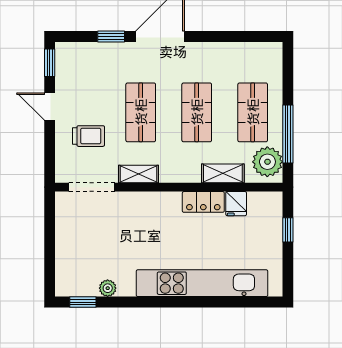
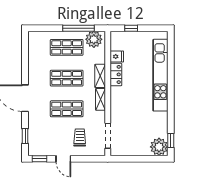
window: (111, 36) -> (25, 136), moved
door: (50, 106) -> (63, 159), hinge flipped
shelving: (223, 173) -> (100, 76), moved
shelving: (139, 174) -> (100, 99), moved
plant: (108, 288) -> (159, 147), moved, width x1.87, depth x1.87

